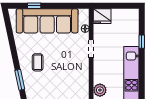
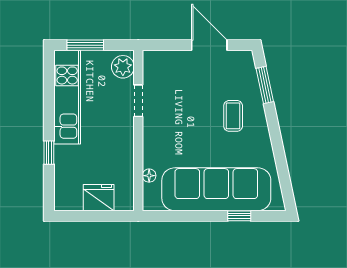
fridge: (102, 16) -> (99, 198), moved
doorway: (91, 49) -> (138, 101), moved

